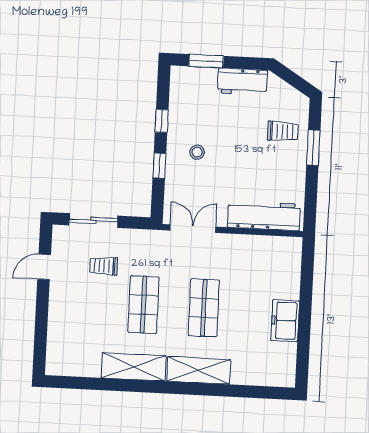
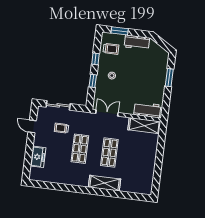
trolley: (283, 131) -> (111, 49), moved
workbench: (264, 216) -> (147, 110), width x0.73
door: (44, 267) -> (32, 126), hinge flipped
freezer: (285, 321) -> (38, 157), moved, turned 180
shelving: (134, 367) -> (144, 126), moved

